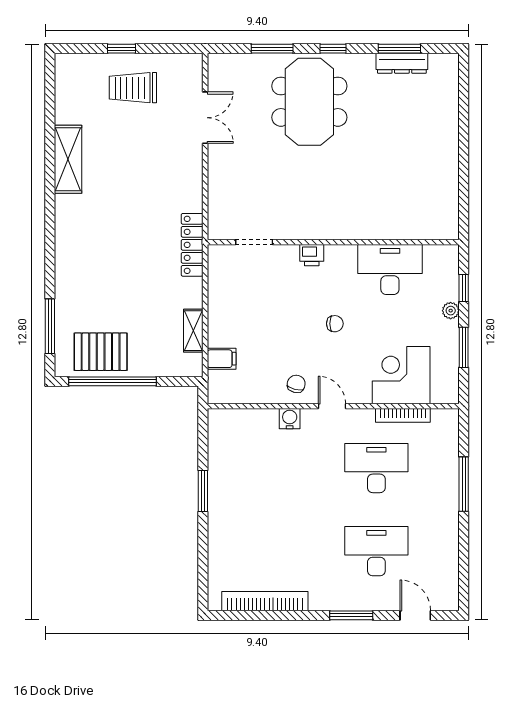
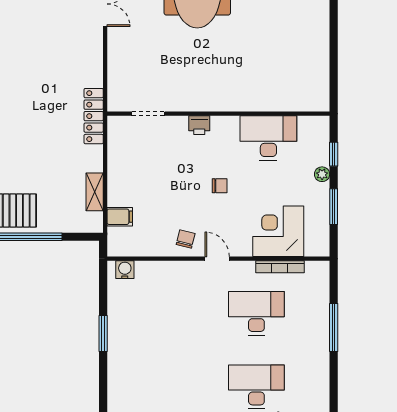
water cooler: (290, 419) -> (125, 270), moved

